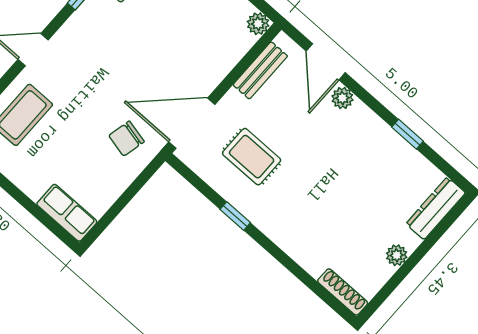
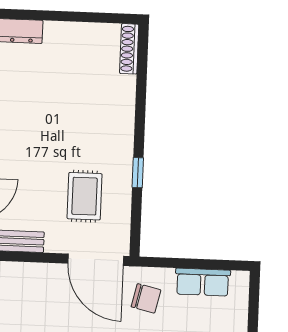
row of seats: (67, 213) -> (203, 282), moved, turned -90
plant: (397, 255) -> (70, 31), removed

